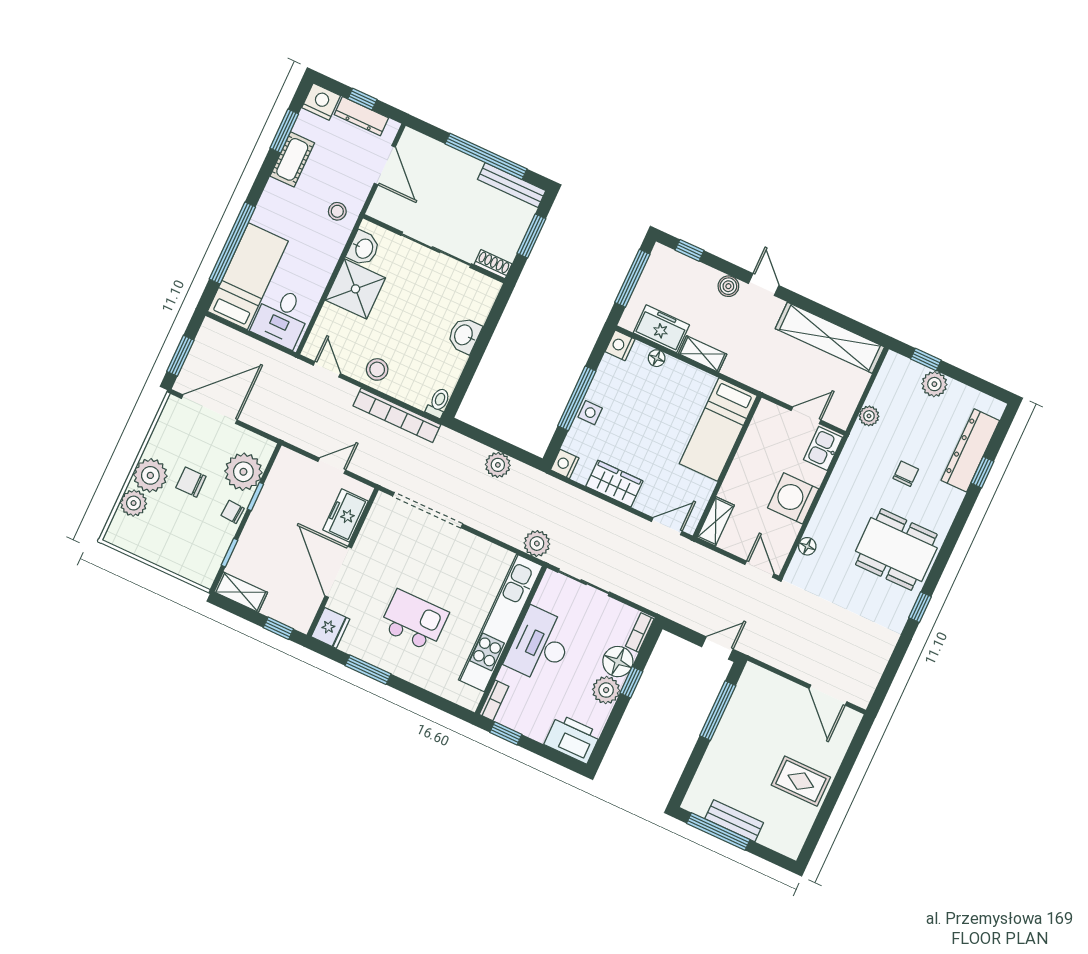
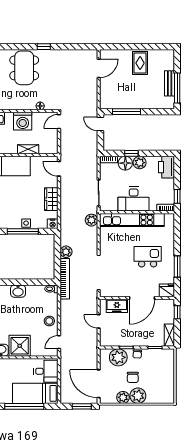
bookcase: (397, 415) -> (65, 279), moved
plant: (134, 503) -> (123, 397), moved
shelving: (716, 521) -> (28, 149), moved
kitchen island: (414, 620) -> (148, 257), turned 90

